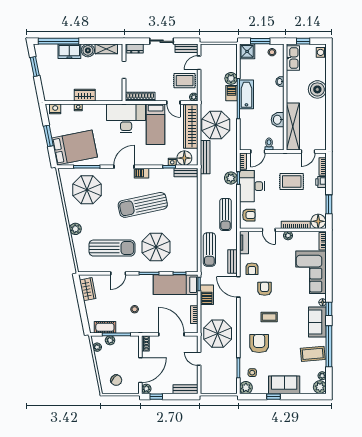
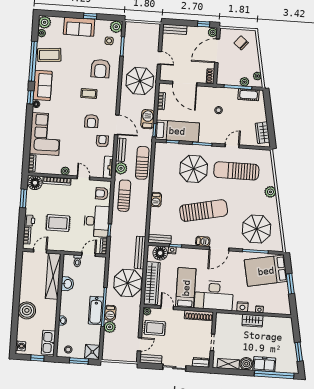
nightstand: (55, 109) -> (242, 307), moved
plant: (231, 178) -> (121, 168), moved
barbecue: (193, 213) -> (156, 200), added

